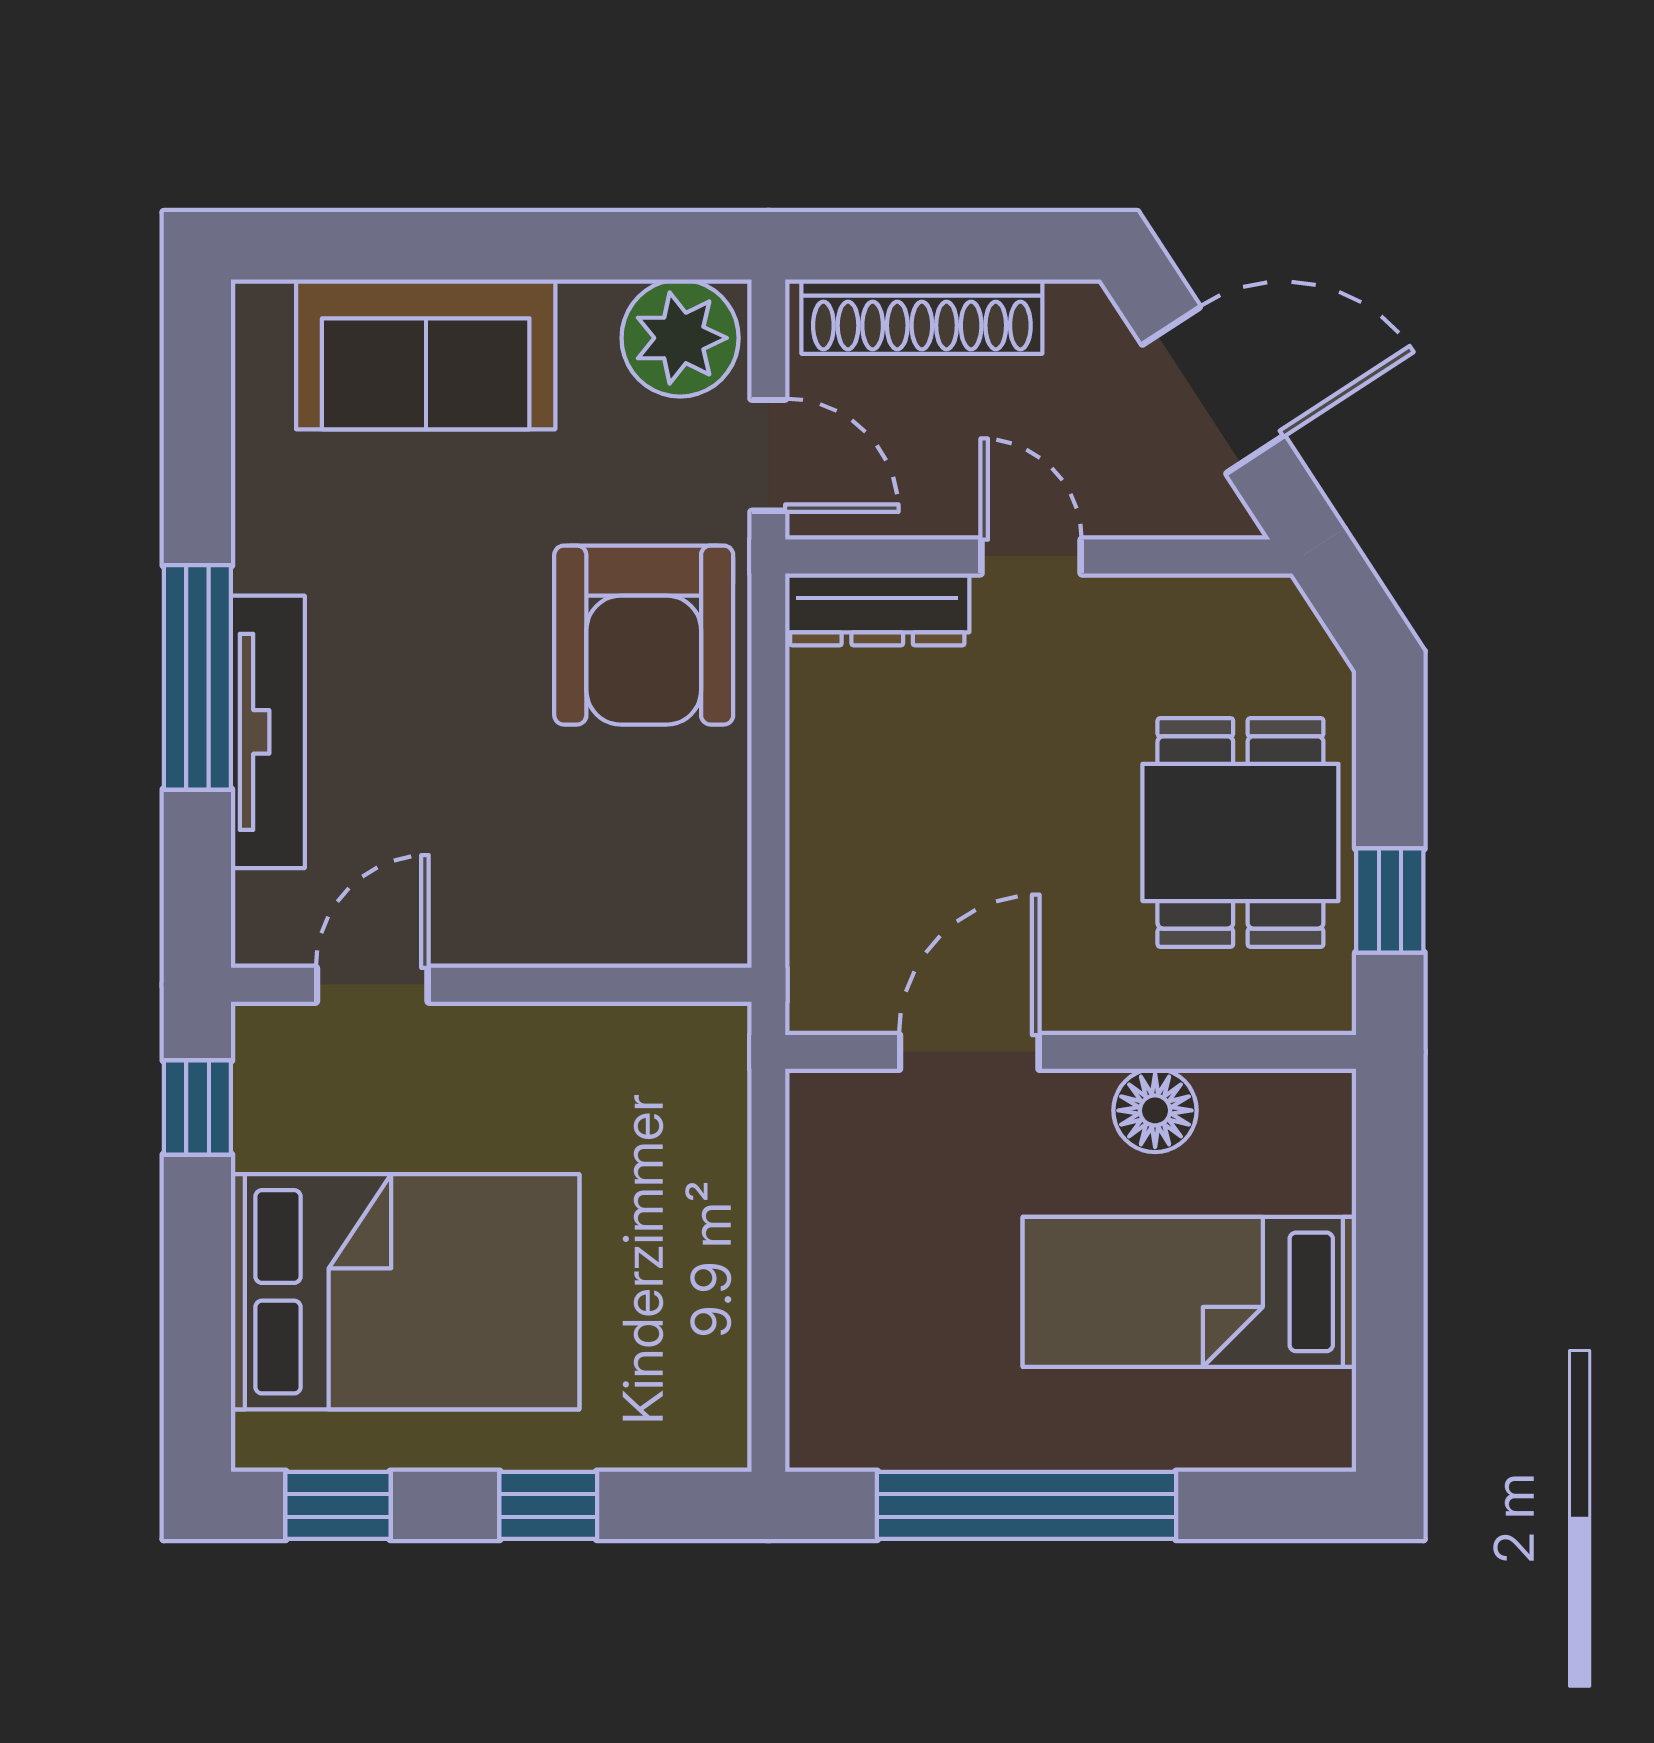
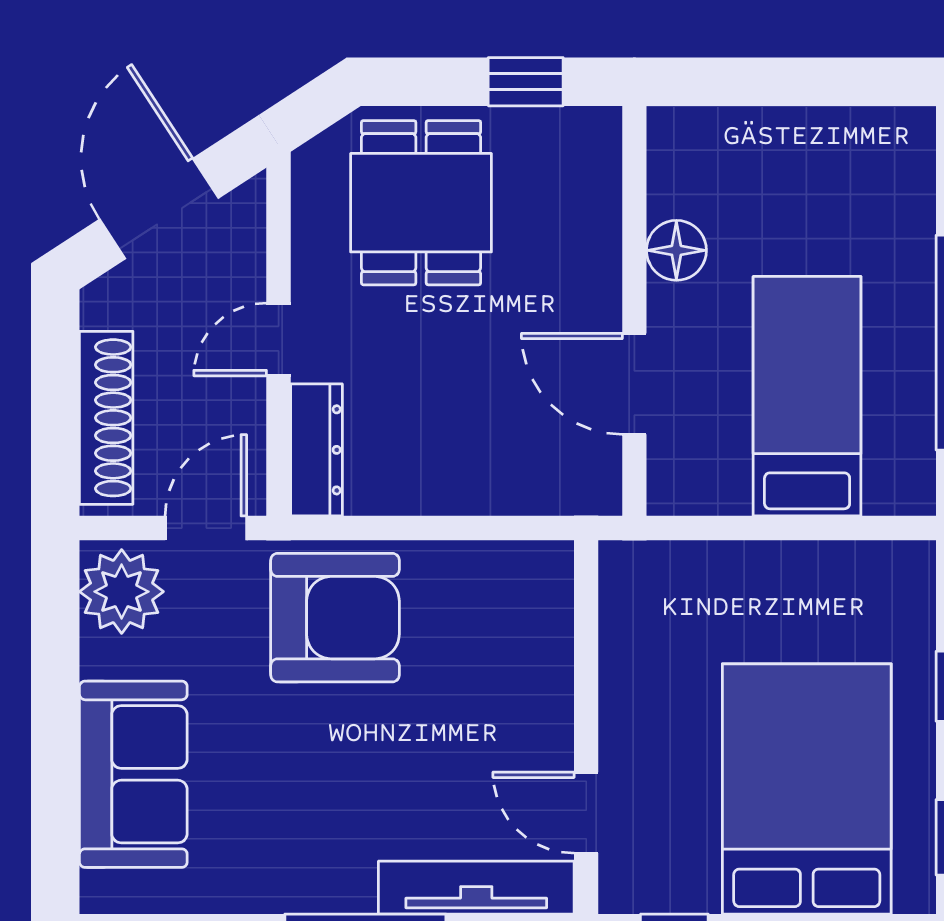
tv unit: (268, 732) -> (476, 888), moved
dining table: (1240, 832) -> (421, 203), moved, turned 90
bed: (1189, 1292) -> (807, 396), moved, turned 180

